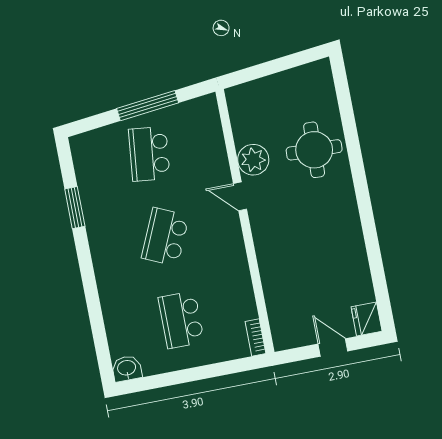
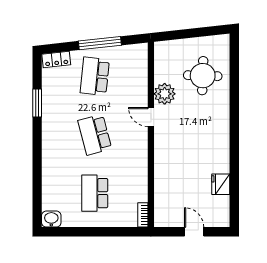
locker: (90, 141) -> (56, 60), added
round table: (314, 150) -> (203, 76), moved
school desk: (165, 237) -> (95, 135), turned -39
fridge: (367, 319) -> (221, 184), moved

